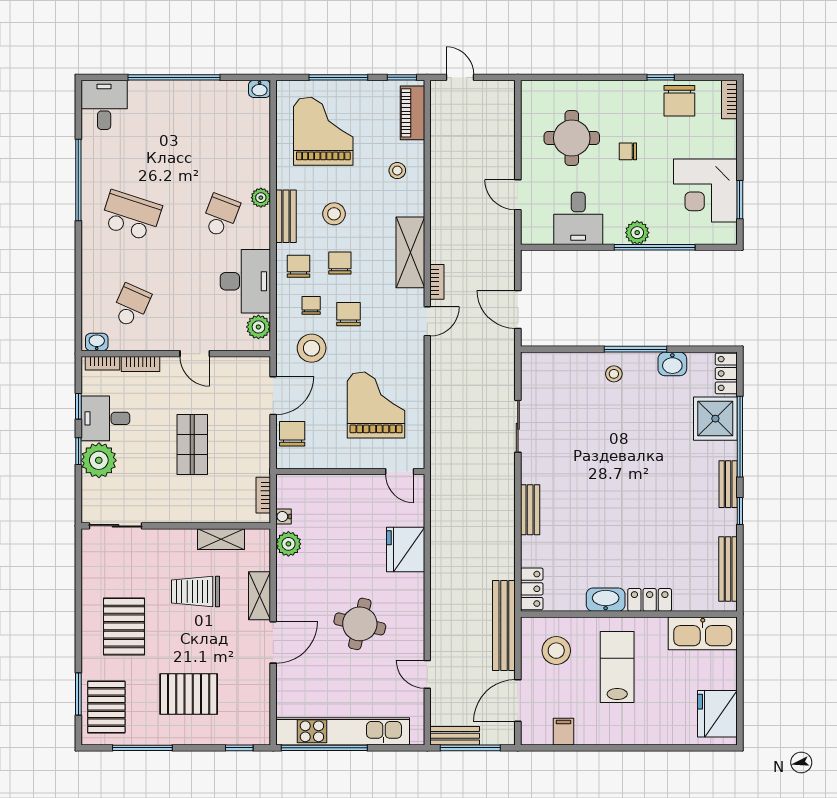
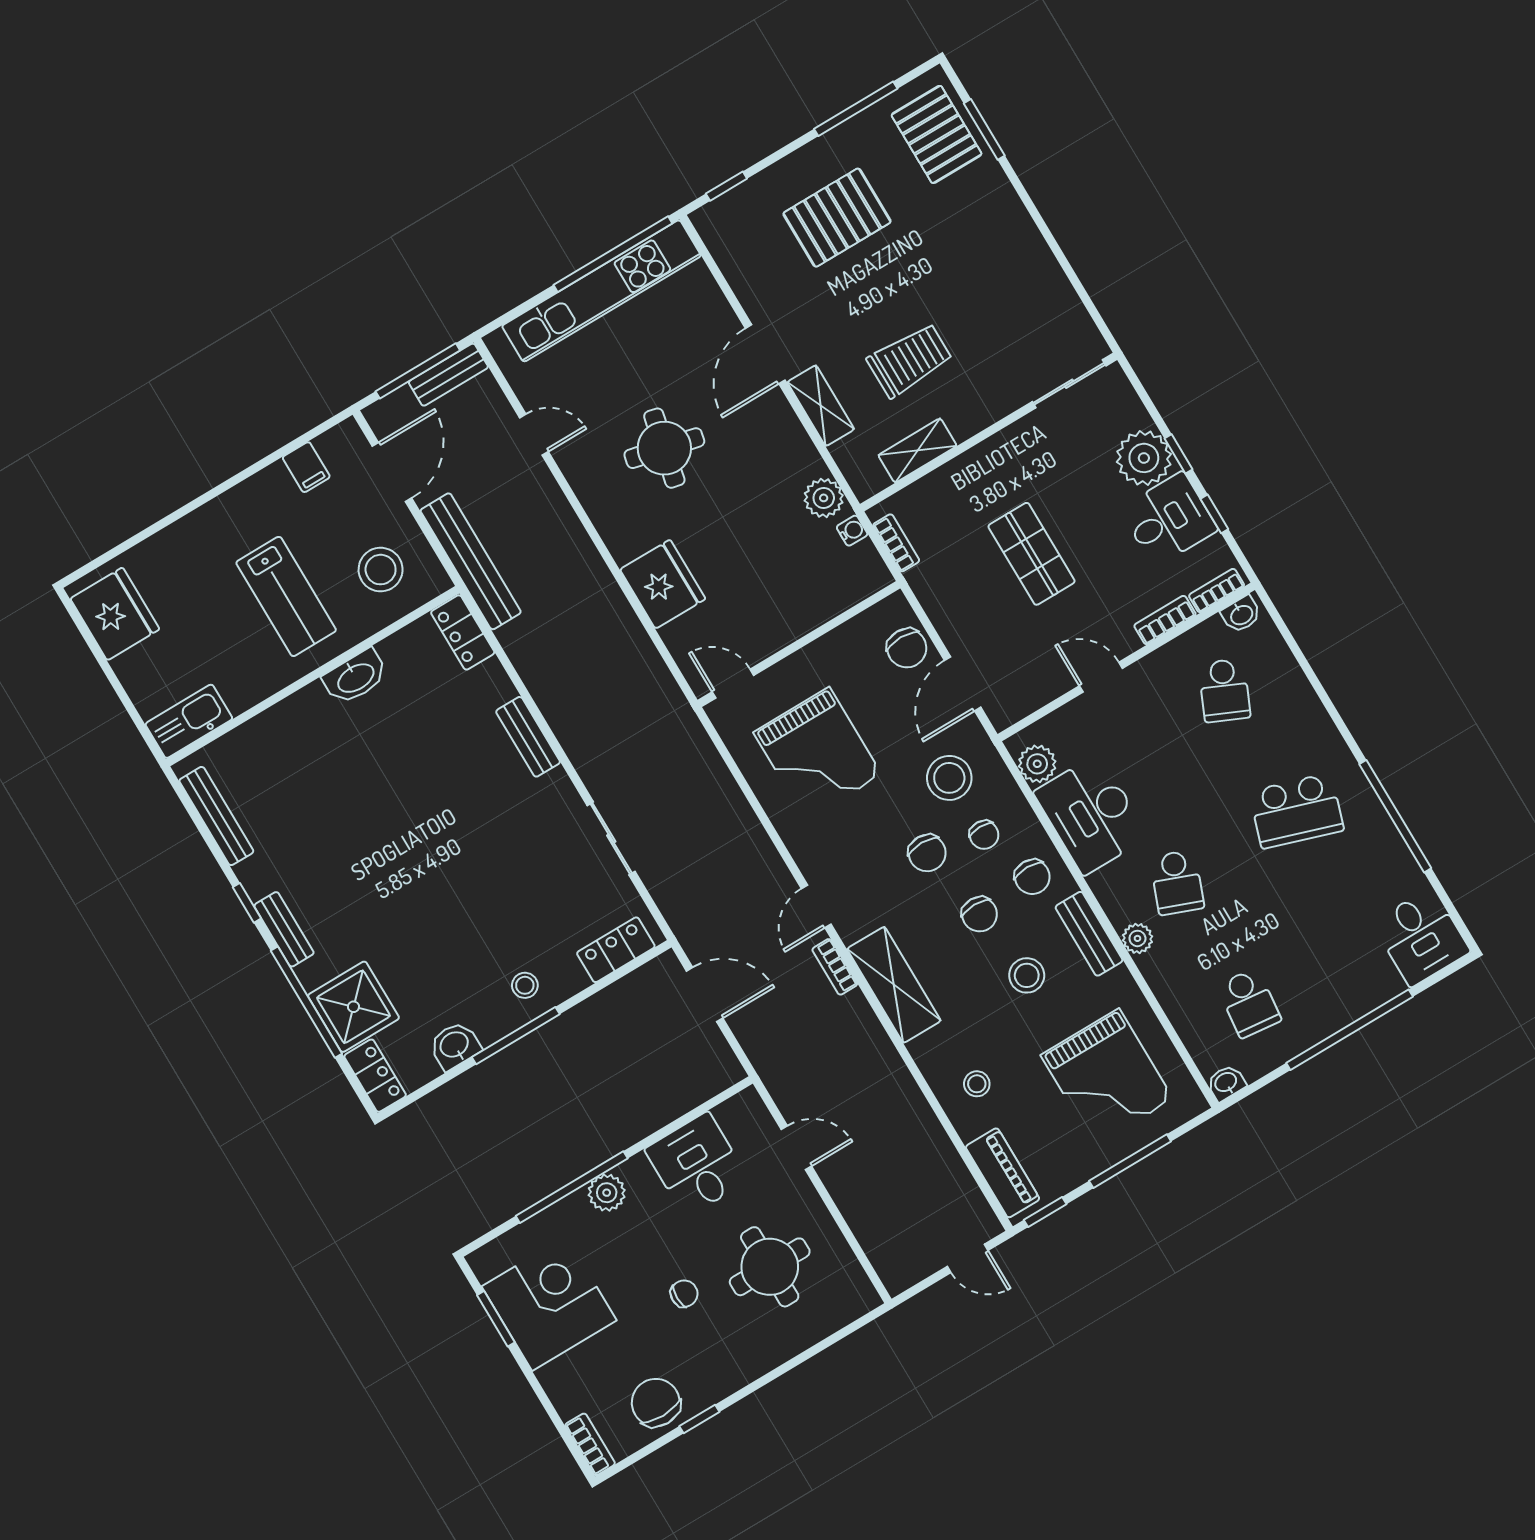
school desk: (221, 125) -> (1249, 1003), added
locker: (650, 600) -> (616, 950), moved, turned 180
pallet: (124, 626) -> (977, 256), removed
kitchen sink: (703, 633) -> (189, 721), width x0.73, depth x0.81

